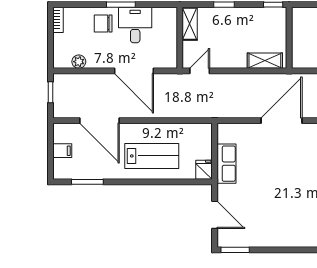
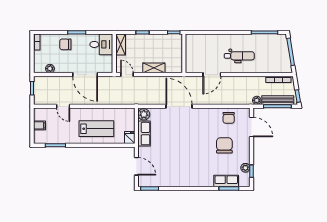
desk: (135, 25) -> (101, 44), moved, turned 90
shelving: (265, 61) -> (154, 68), moved
door: (200, 71) -> (127, 75), hinge flipped
door: (100, 121) -> (63, 106), width x0.53
door: (281, 121) -> (179, 106), hinge flipped
plant: (226, 133) -> (144, 114), added

